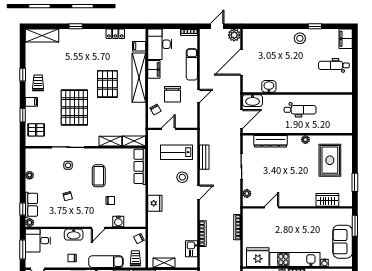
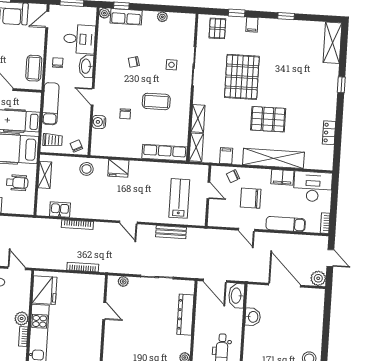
filing cabinet: (139, 46) -> (226, 156), moved
trolley: (38, 83) -> (275, 34), removed
pallet: (74, 107) -> (242, 77), turned 90
stool: (182, 177) -> (87, 169), moved
desk: (38, 241) -> (79, 39), moved, turned 90

